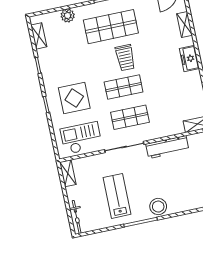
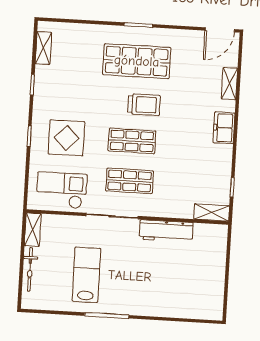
plant: (68, 16) -> (86, 33), removed
trolley: (125, 58) -> (144, 105), turned -90
stool: (158, 207) -> (134, 302), removed
bicycle: (77, 217) -> (30, 269), moved

